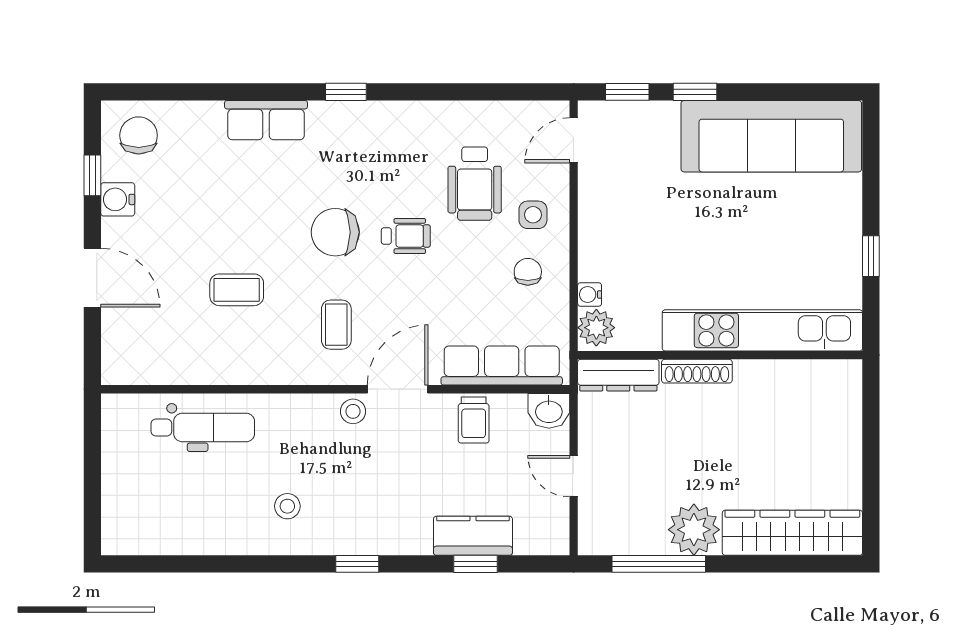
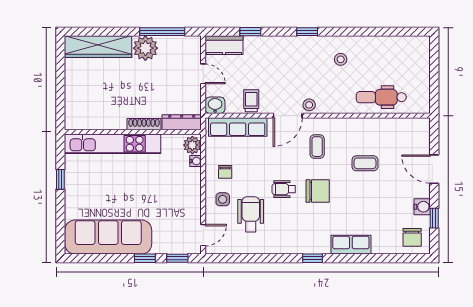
kitchen counter: (473, 536) -> (224, 45), moved

